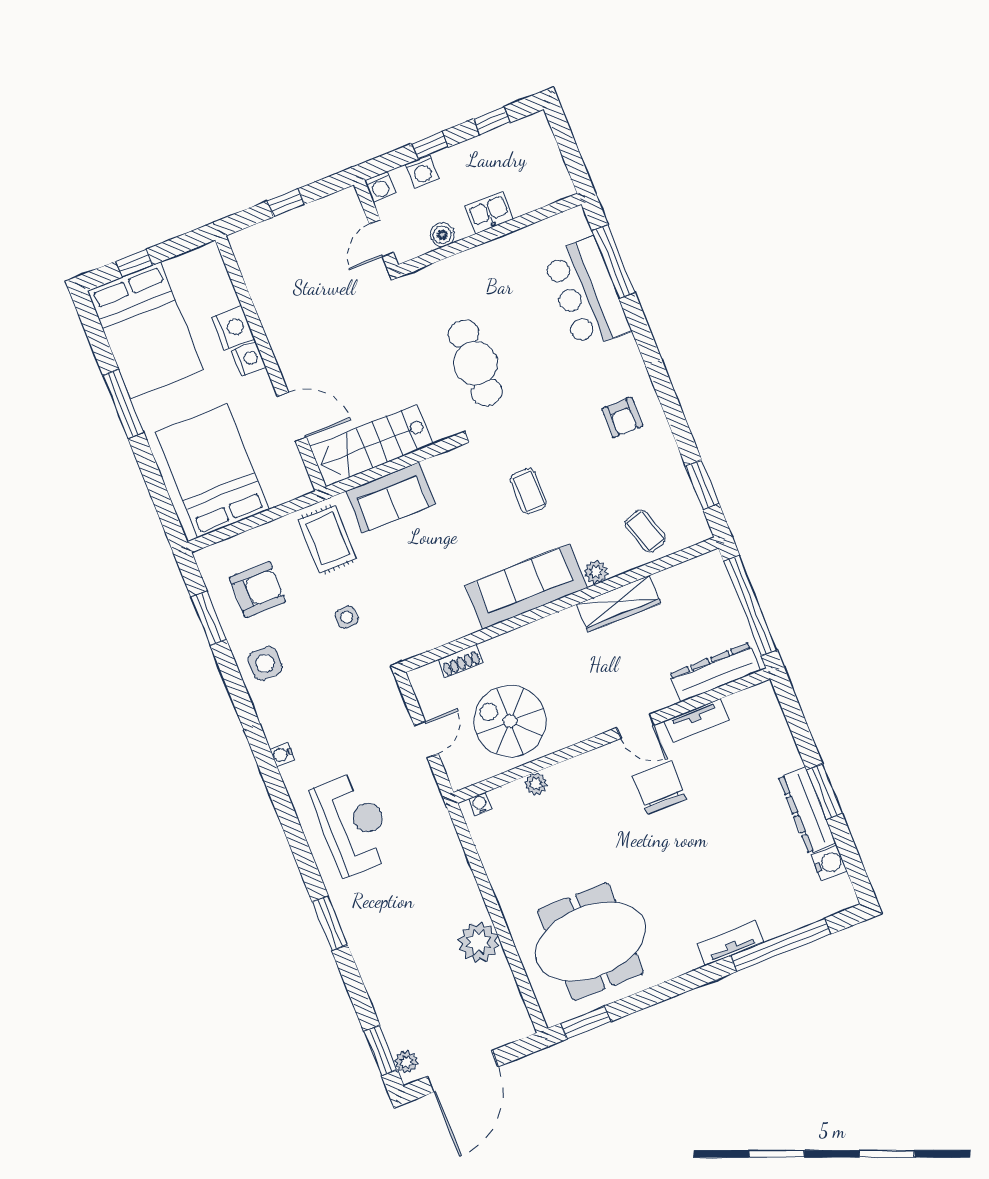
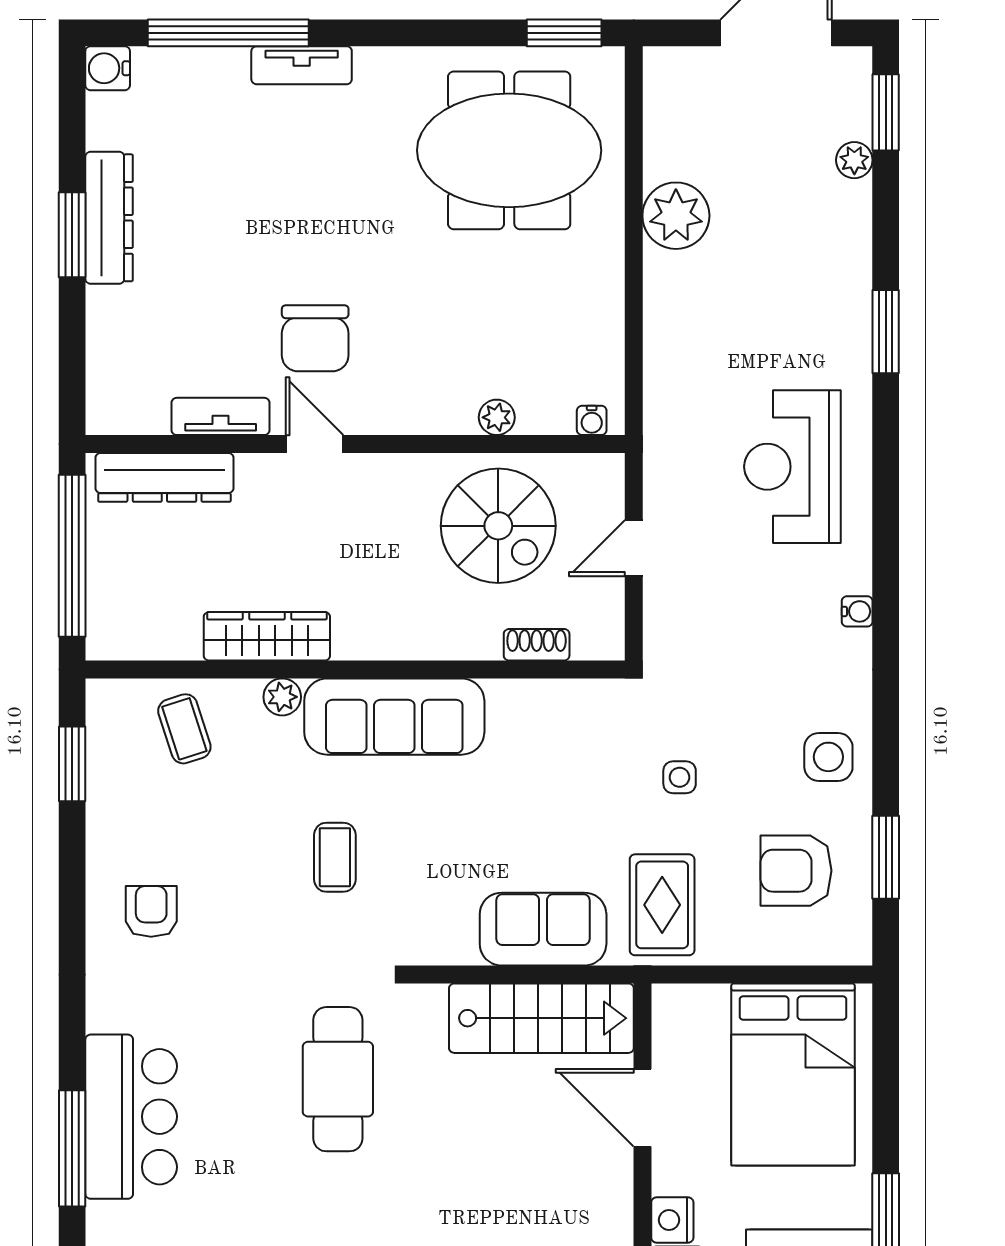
water cooler: (829, 863) -> (108, 68), moved
plant: (406, 1062) -> (854, 160), moved

